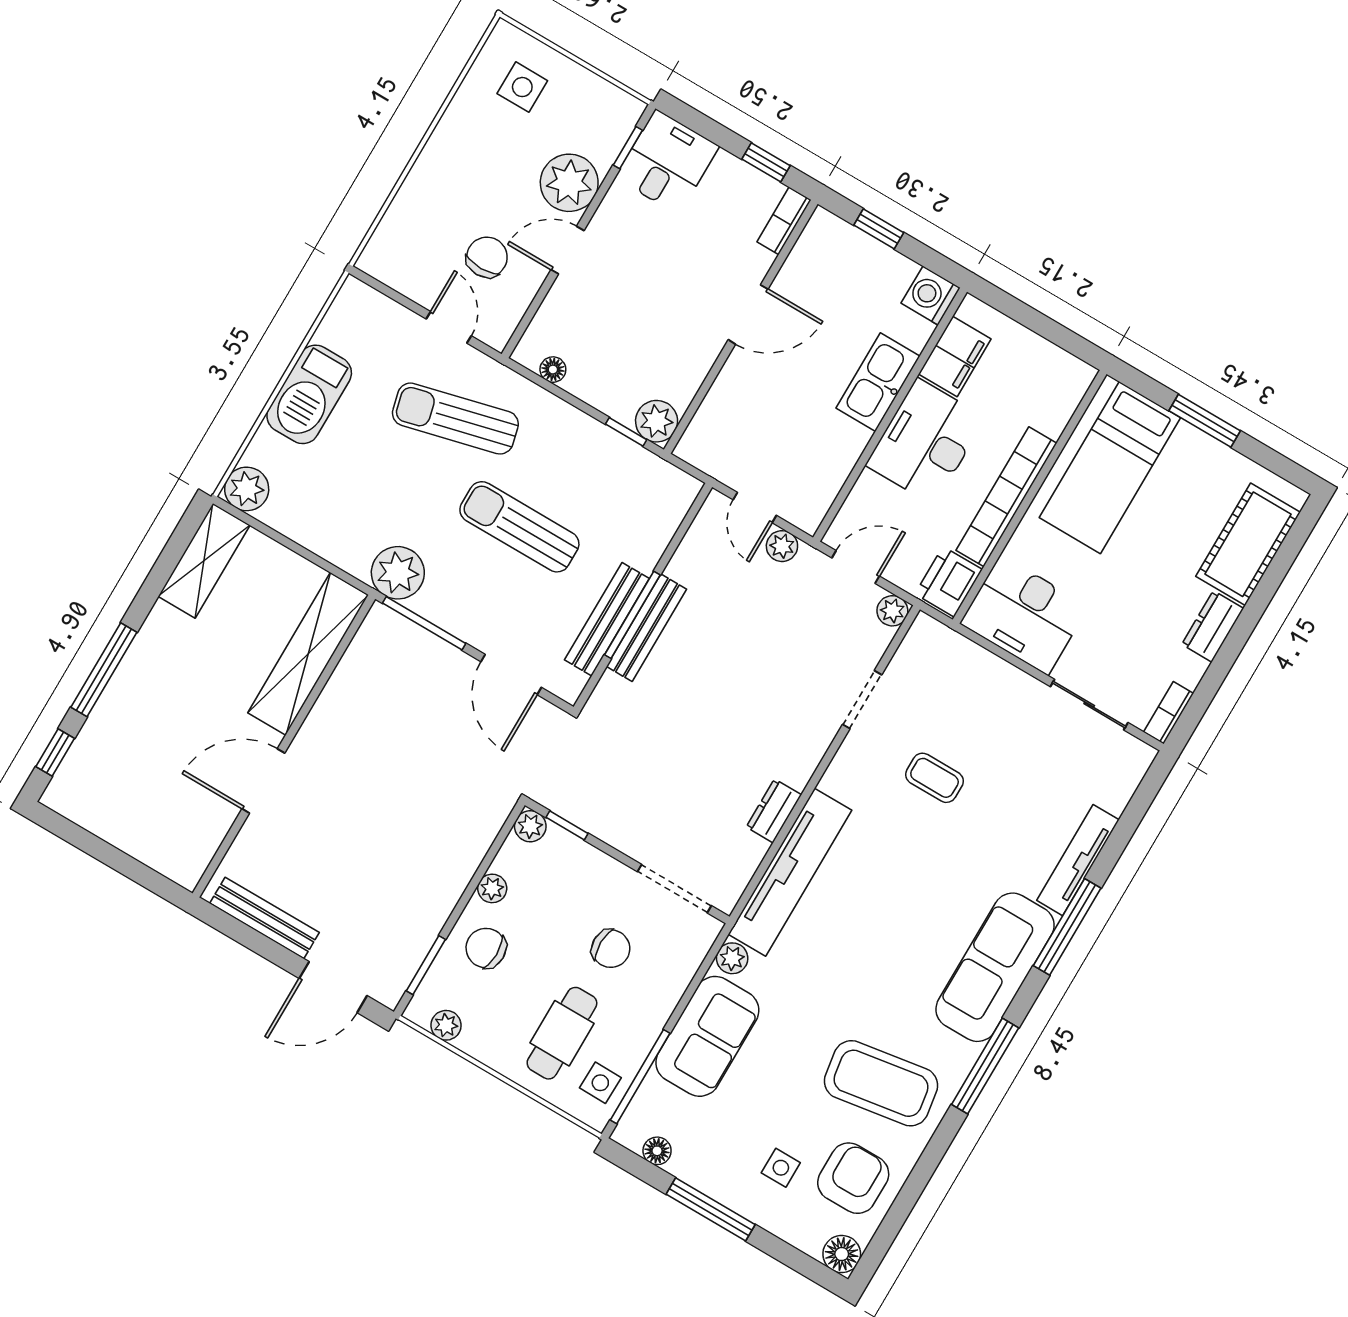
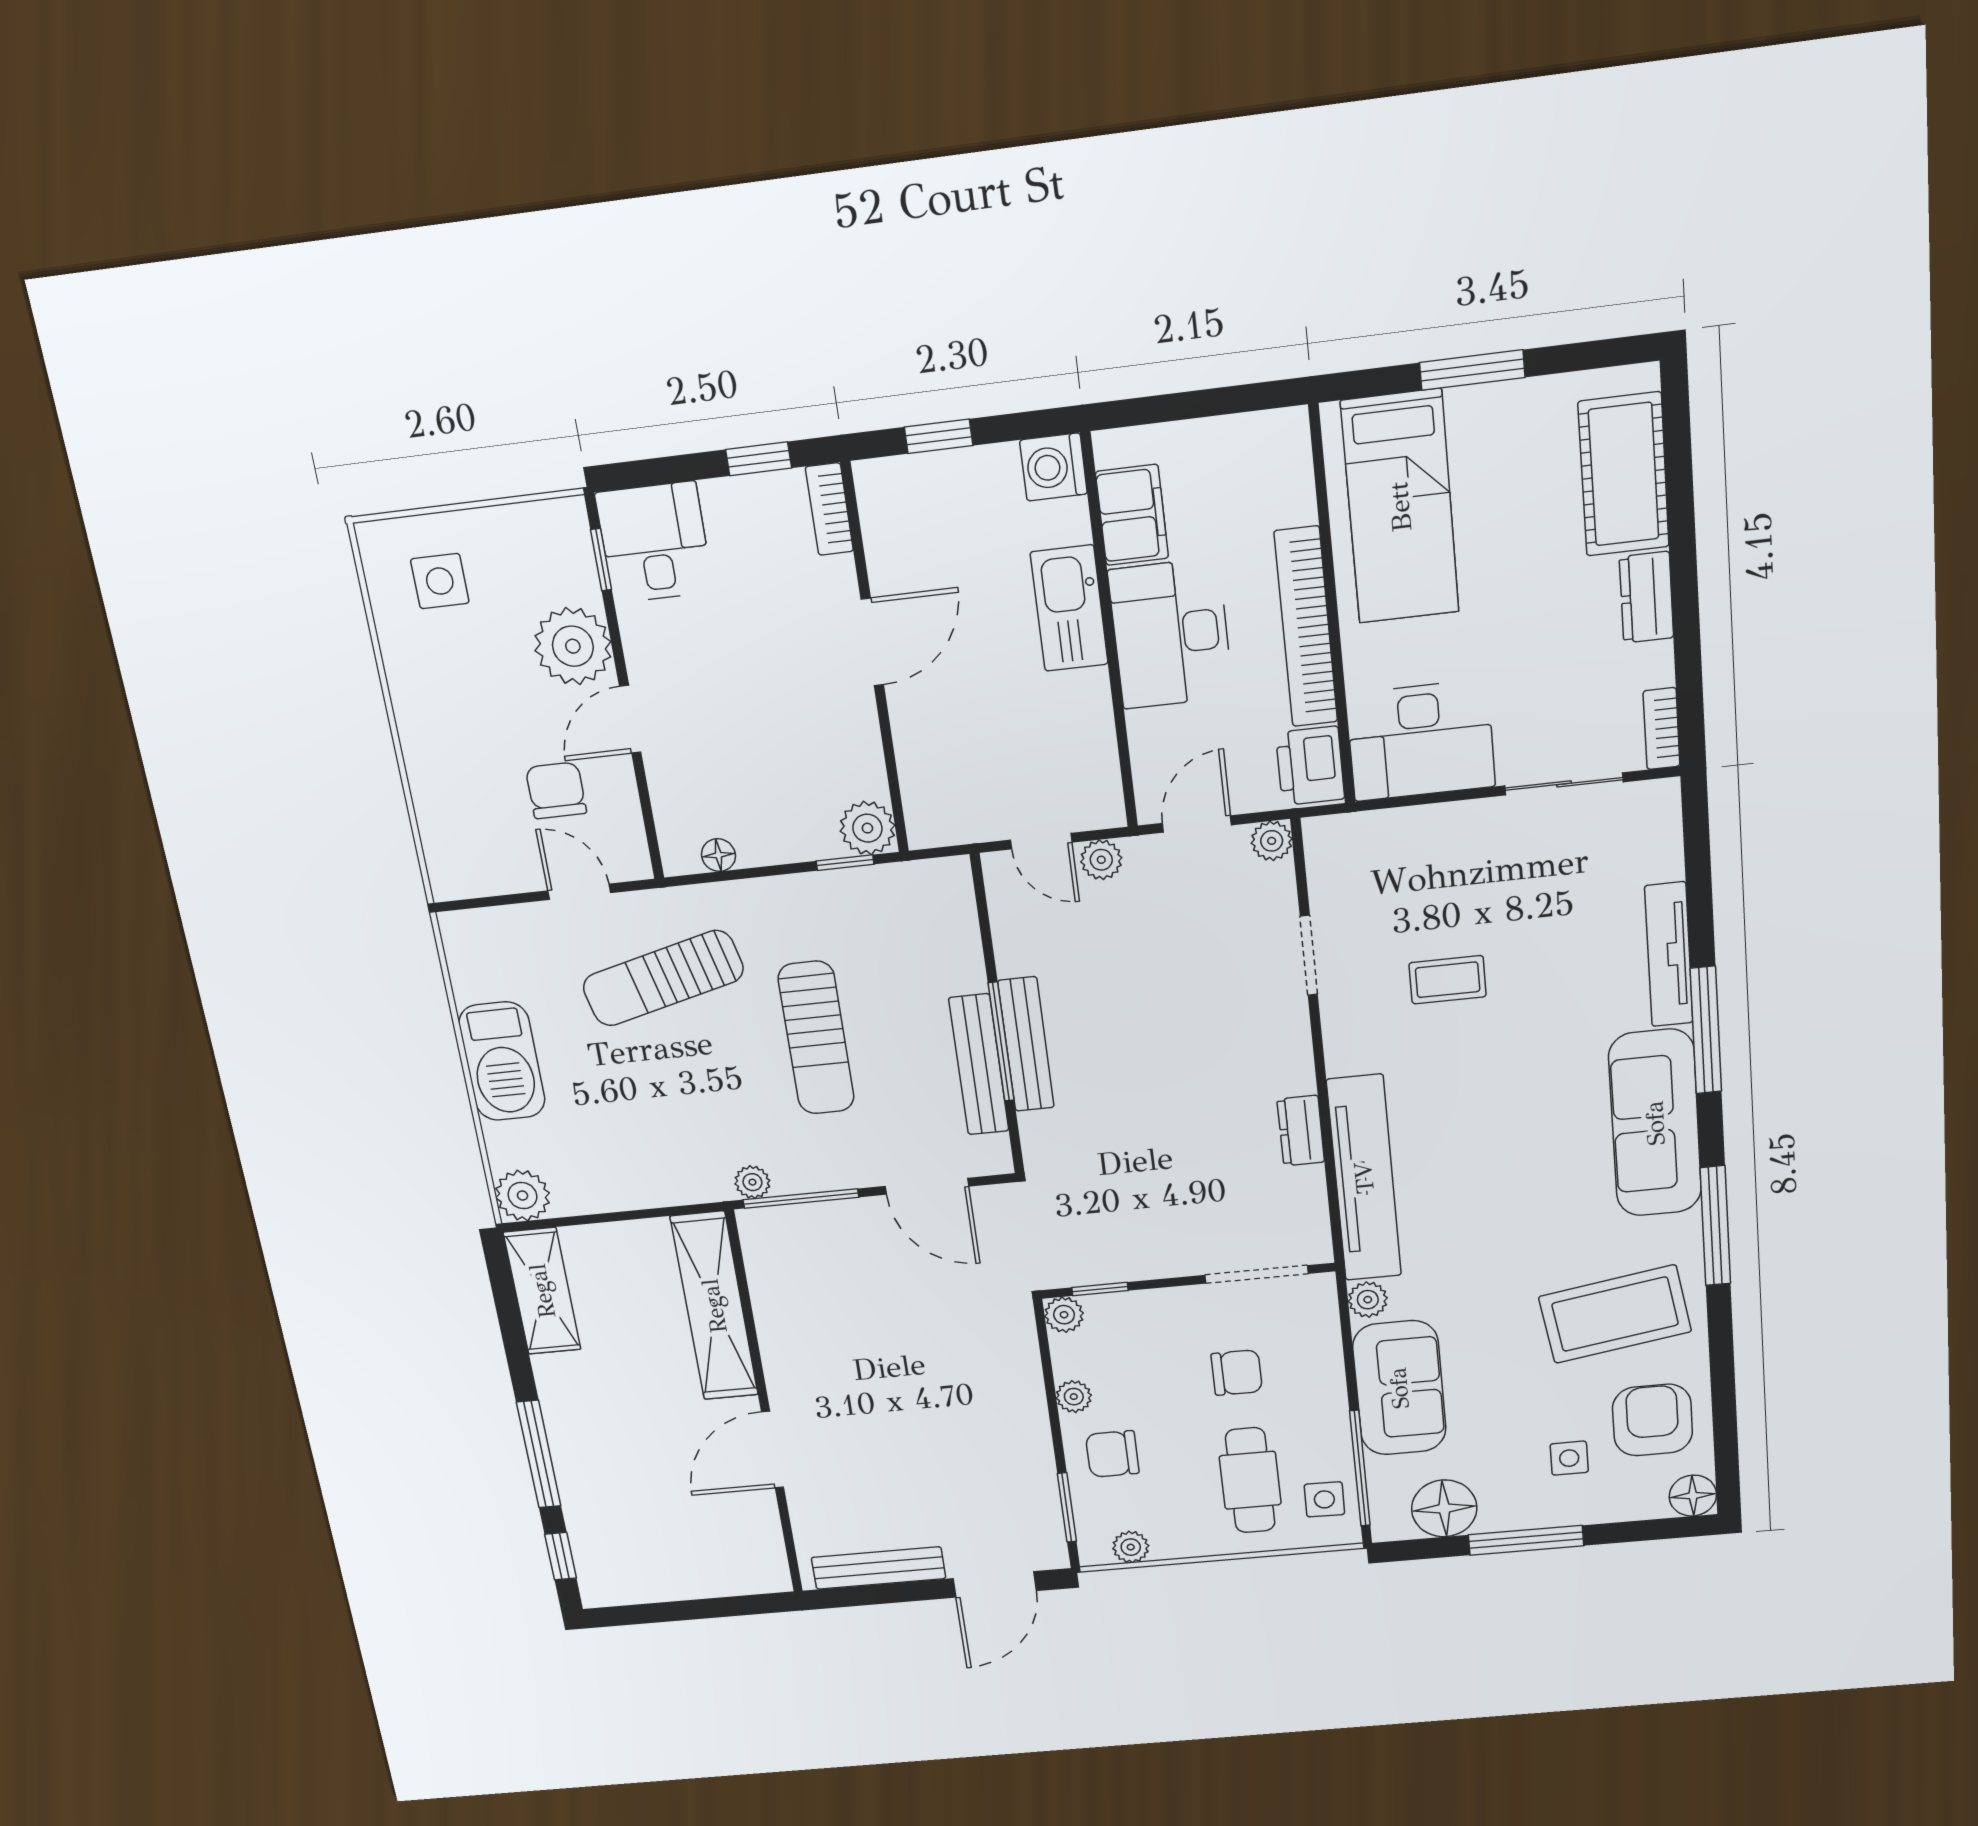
sun lounger: (519, 527) -> (816, 1038), turned -90
plant: (398, 573) -> (752, 1182), width x0.53, depth x0.53
floor lamp: (657, 1151) -> (1444, 1508), width x1.89, depth x1.89

